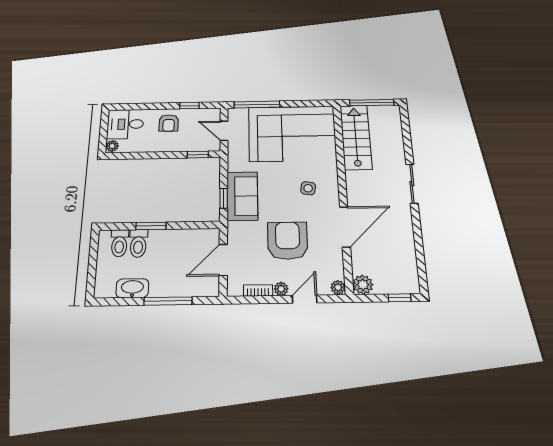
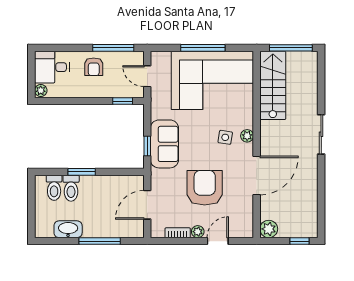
window: (257, 105) -> (203, 48), moved
window: (189, 106) -> (113, 48), width x2.17
plant: (338, 287) -> (247, 136), moved

